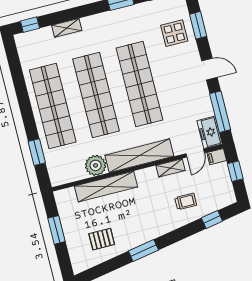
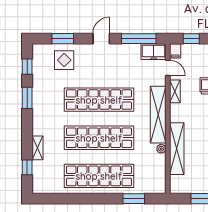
window: (30, 25) -> (27, 167), moved
plant: (96, 165) -> (161, 149), width x0.53, depth x0.53

